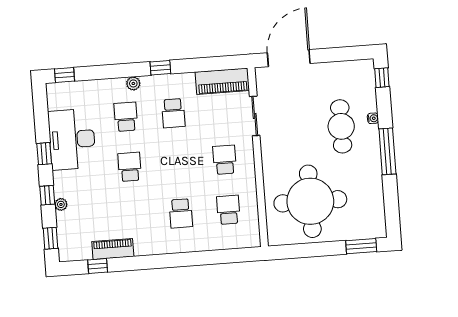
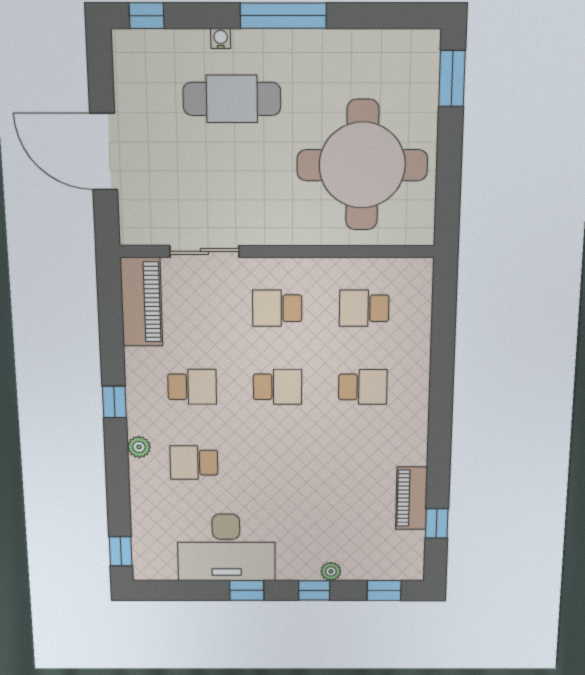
door: (289, 58) -> (104, 152), moved
school desk: (130, 167) -> (277, 387), moved, turned 180

